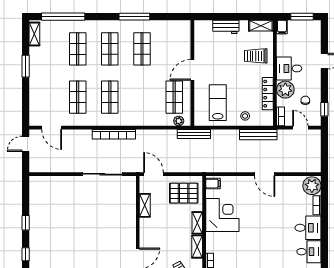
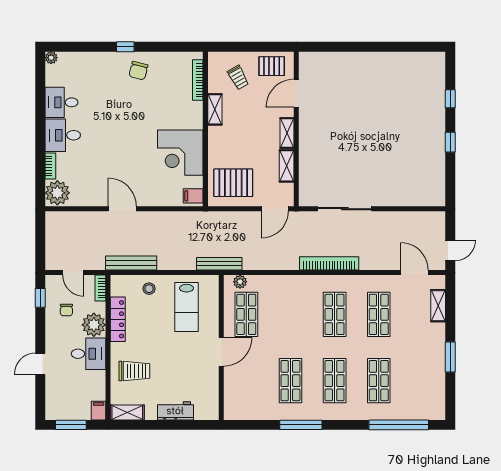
shelving: (34, 34) -> (438, 306), moved
door: (154, 174) -> (275, 209), hinge flipped
shelving: (197, 223) -> (287, 133), moved

